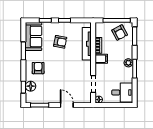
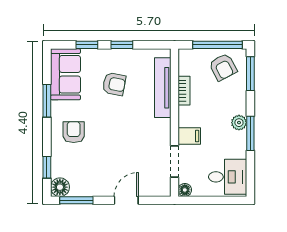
filing cabinet: (101, 59) -> (189, 136), moved
floor lamp: (31, 86) -> (60, 187), moved
door: (67, 105) -> (126, 200), hinge flipped

